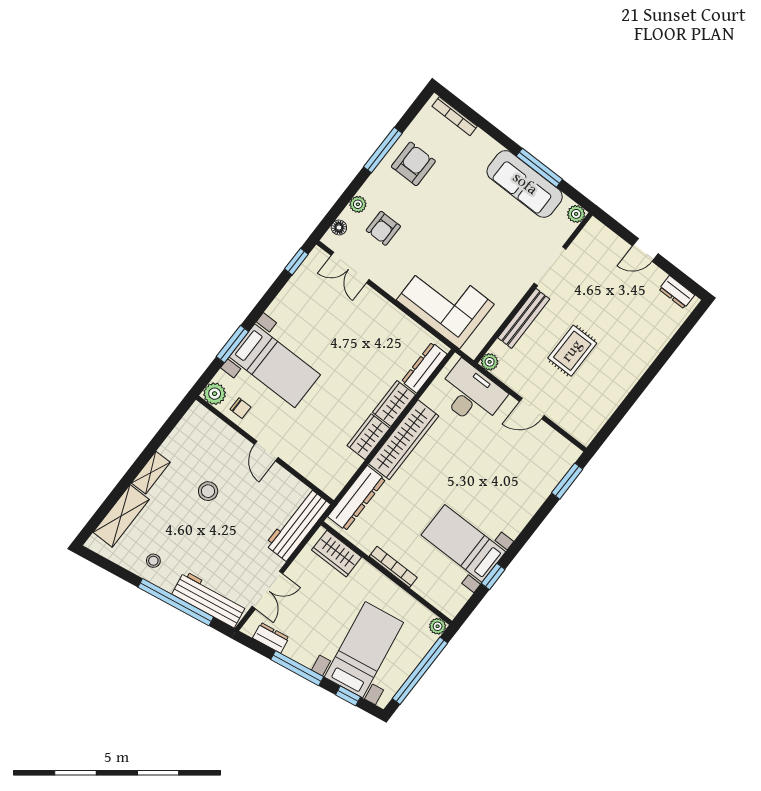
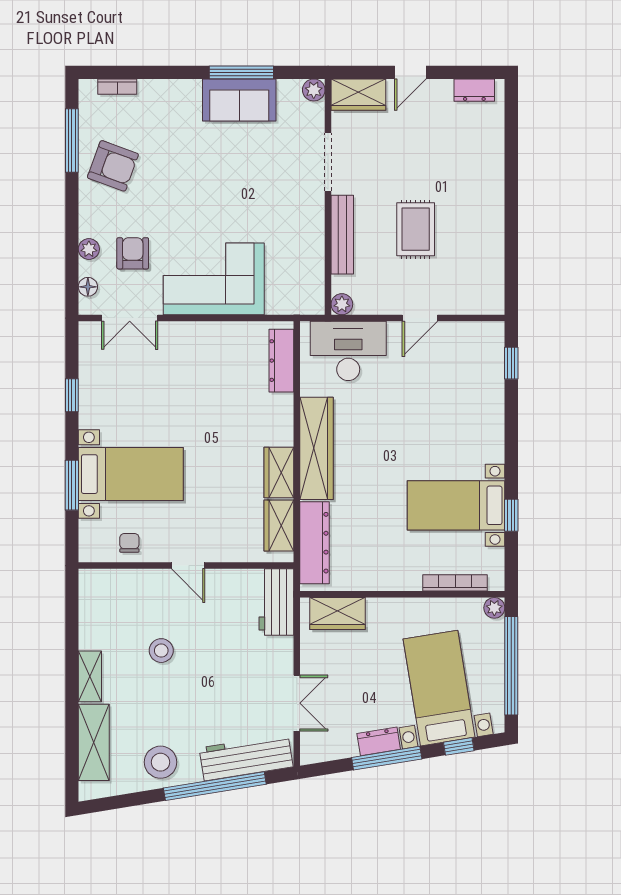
bookcase: (455, 116) -> (117, 87), width x0.64
window: (383, 150) -> (72, 140), moved
armchair: (413, 164) -> (113, 166), turned 110
sofa: (525, 184) -> (239, 100), width x0.73
armchair: (383, 228) -> (133, 253), turned 180
wardrobe: (602, 239) -> (358, 95), added
window: (296, 262) -> (72, 395), moved
corner sofa: (445, 302) -> (214, 279), moved
plant: (215, 394) -> (92, 548), removed
wardrobe: (394, 404) -> (279, 526), moved
chair: (240, 408) -> (129, 543), turned -90
window: (567, 481) -> (511, 363), width x0.67
workbench: (298, 525) -> (276, 602), width x0.73
stool: (153, 561) -> (161, 762), width x1.89, depth x1.89
bookcase: (393, 567) -> (455, 583), moved
dresser: (271, 638) -> (379, 741), moved

